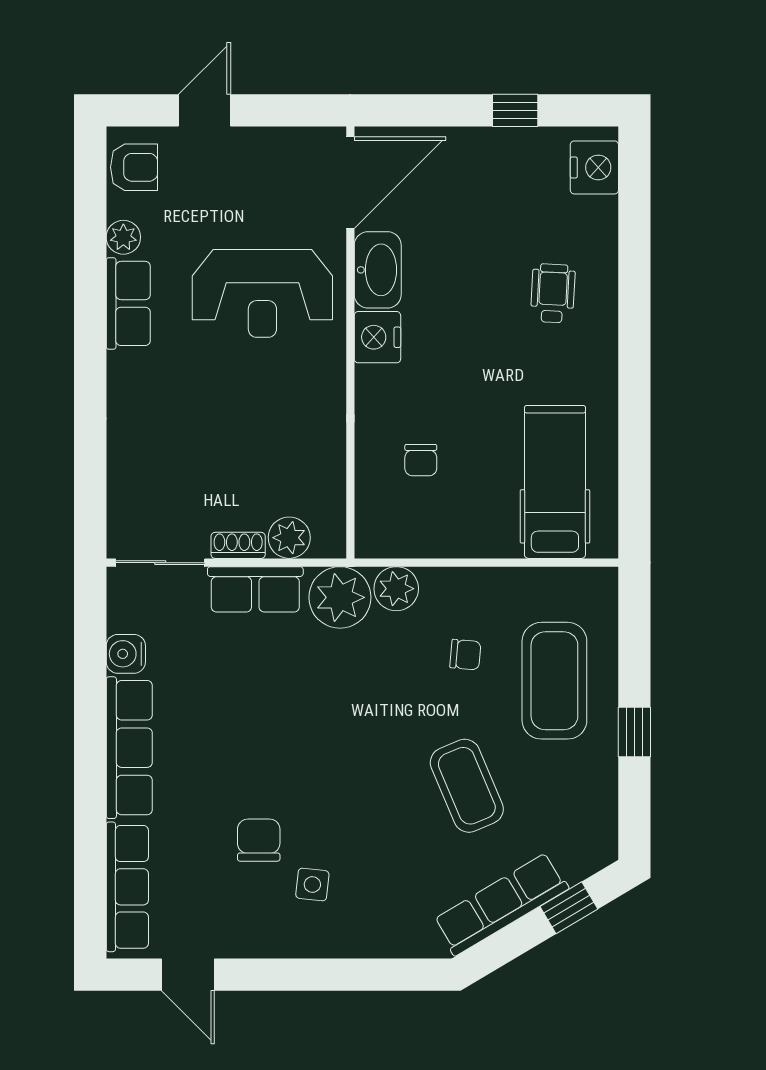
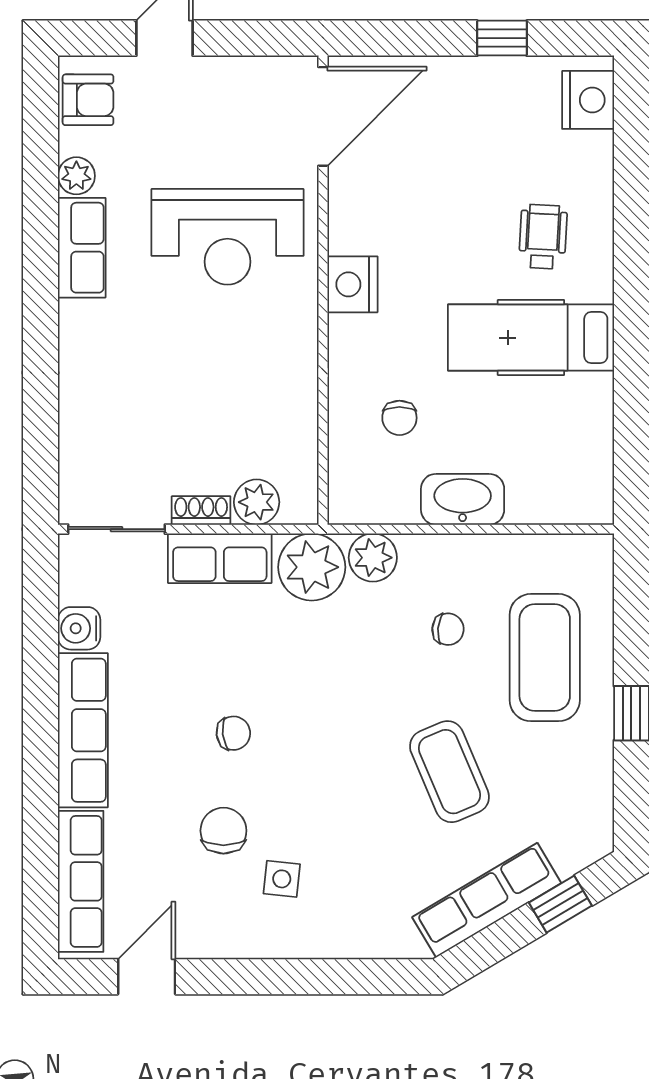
washbasin: (378, 270) -> (463, 499), moved, turned -90
hospital bed: (555, 482) -> (531, 338), moved, turned -90
chair: (268, 750) -> (233, 733), added
door: (188, 975) -> (147, 977), swing flipped

